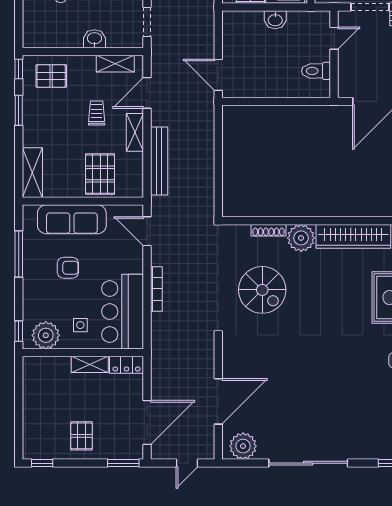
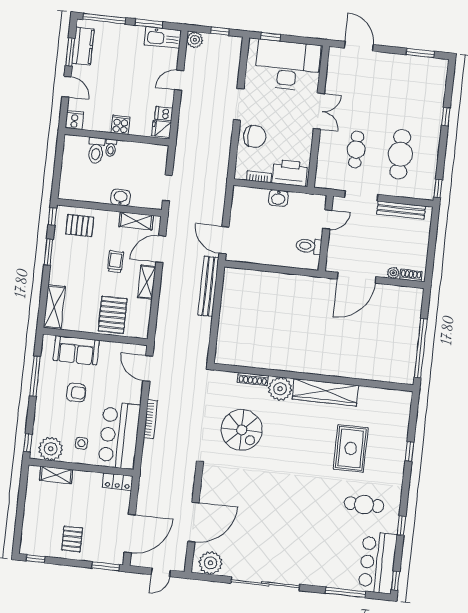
bench: (159, 161) -> (208, 286), moved
sofa: (72, 219) -> (76, 350), width x0.73
shelving: (90, 364) -> (56, 475), moved

